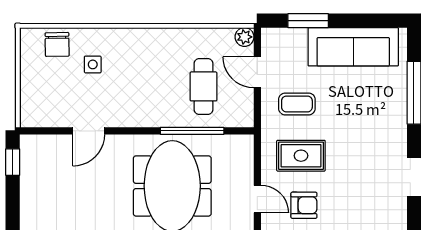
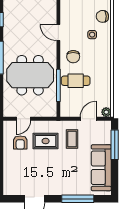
window: (308, 21) -> (115, 145), width x1.44
cafe table: (204, 86) -> (76, 81), moved
chair: (136, 102) -> (73, 57), added
rug: (301, 156) -> (46, 141), turned 90

